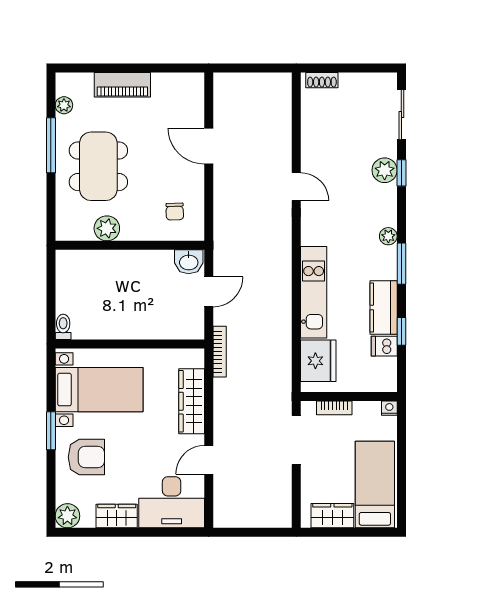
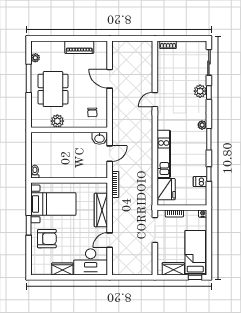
piano: (122, 85) -> (79, 47), moved
door: (296, 187) -> (155, 100), swing flipped
kitchen counter: (384, 307) -> (200, 162), removed
plant: (67, 516) -> (37, 269), removed
window: (374, 532) -> (195, 277), added

